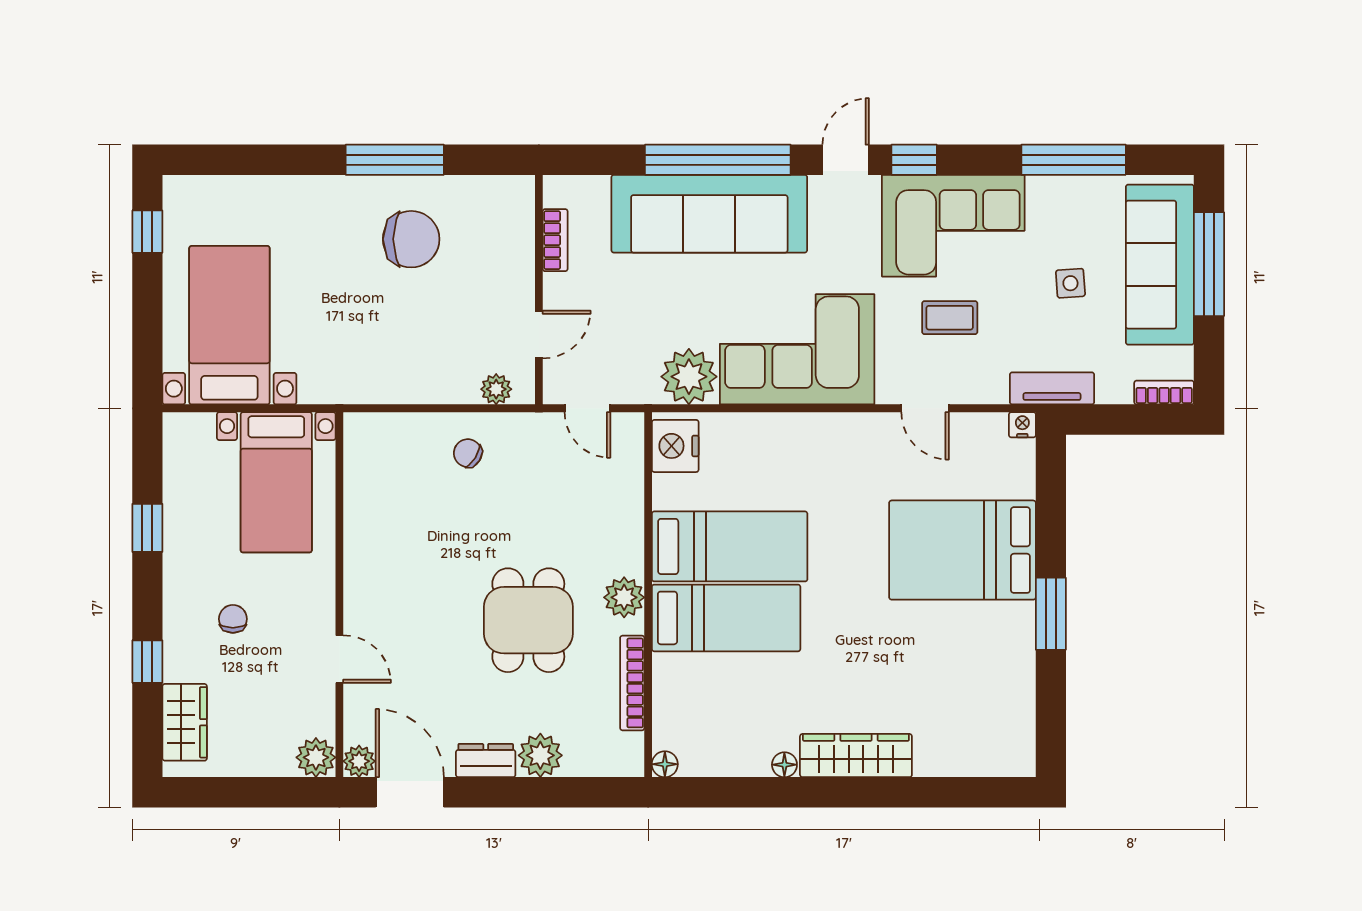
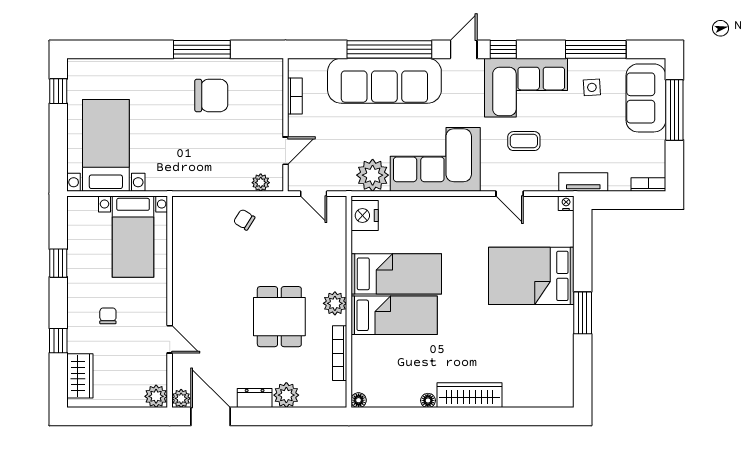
sofa: (1160, 265) -> (646, 98), width x0.73
side table: (1070, 283) -> (592, 87), moved

